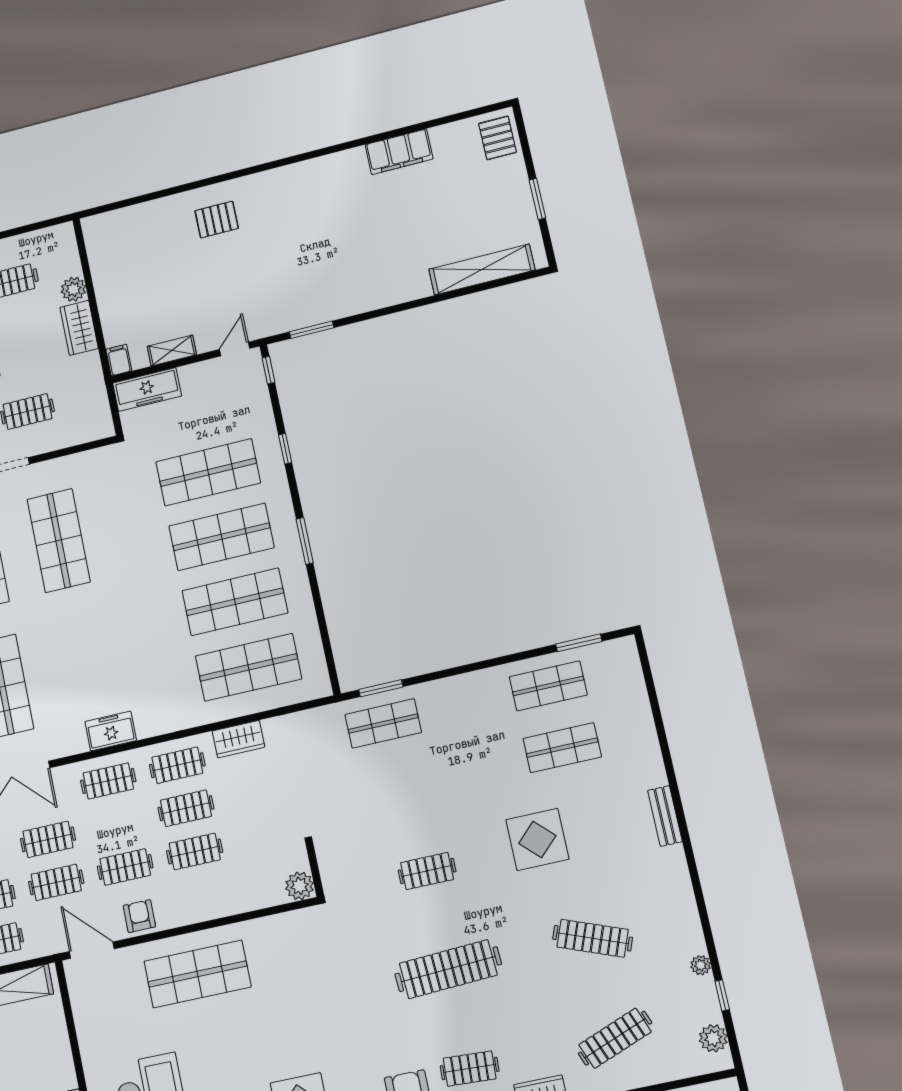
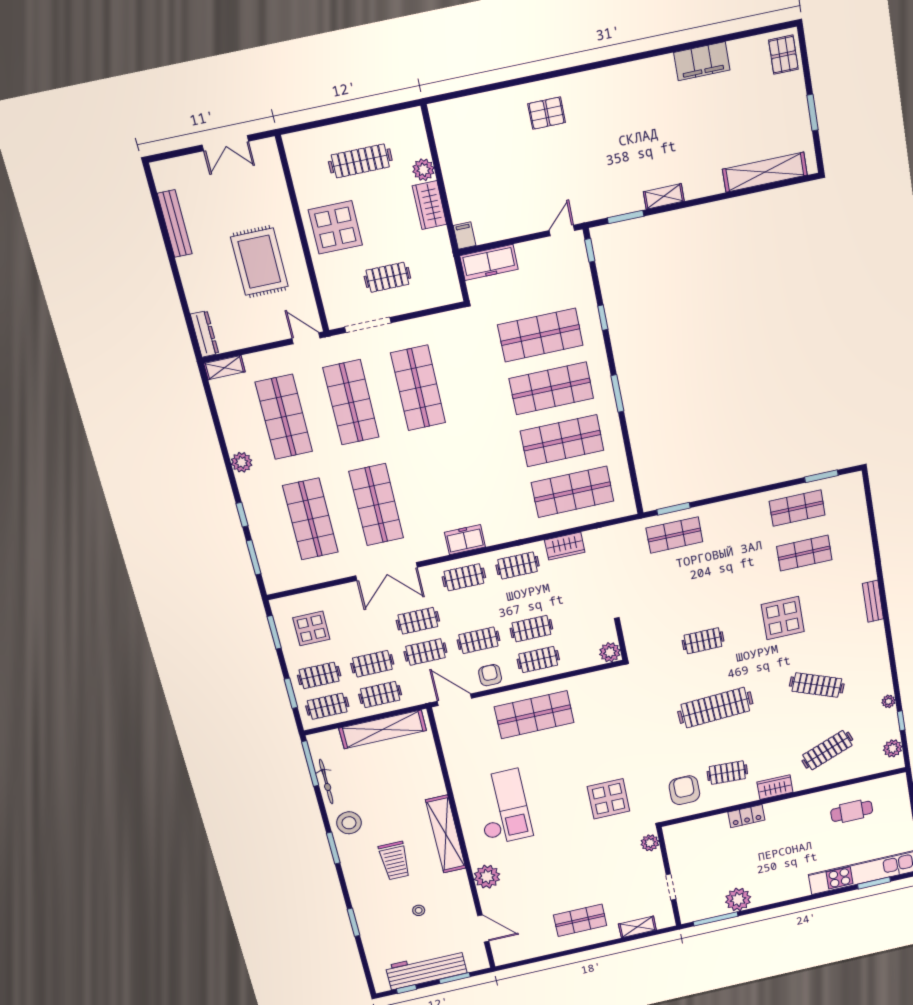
shelving: (172, 350) -> (664, 196), moved
clothes rail: (186, 808) -> (538, 660), moved

